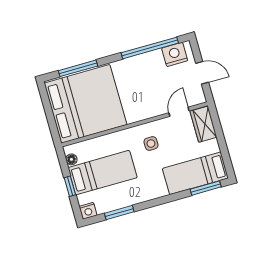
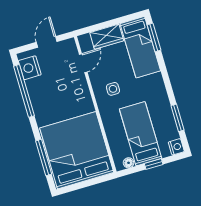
door: (179, 112) -> (83, 63), swing flipped
wardrobe: (203, 124) -> (107, 37), moved

